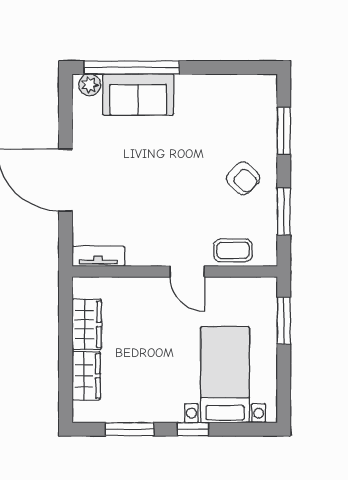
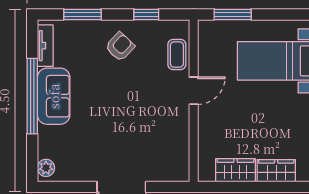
window: (132, 67) -> (32, 96), moved
sofa: (138, 94) -> (54, 96), moved
window: (284, 212) -> (146, 14), width x0.67
tv unit: (98, 256) -> (45, 46), moved, turned 180

